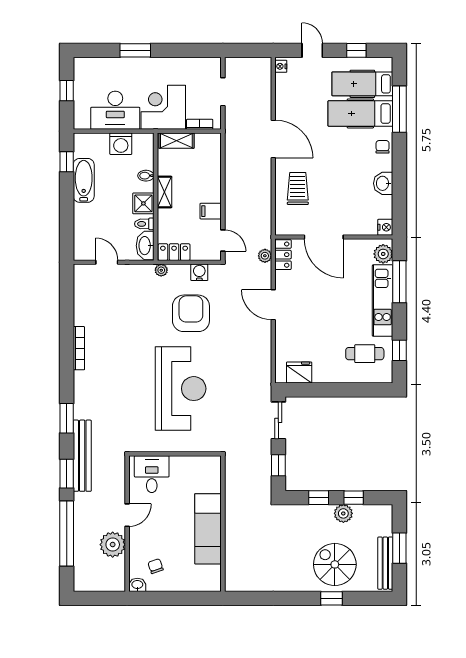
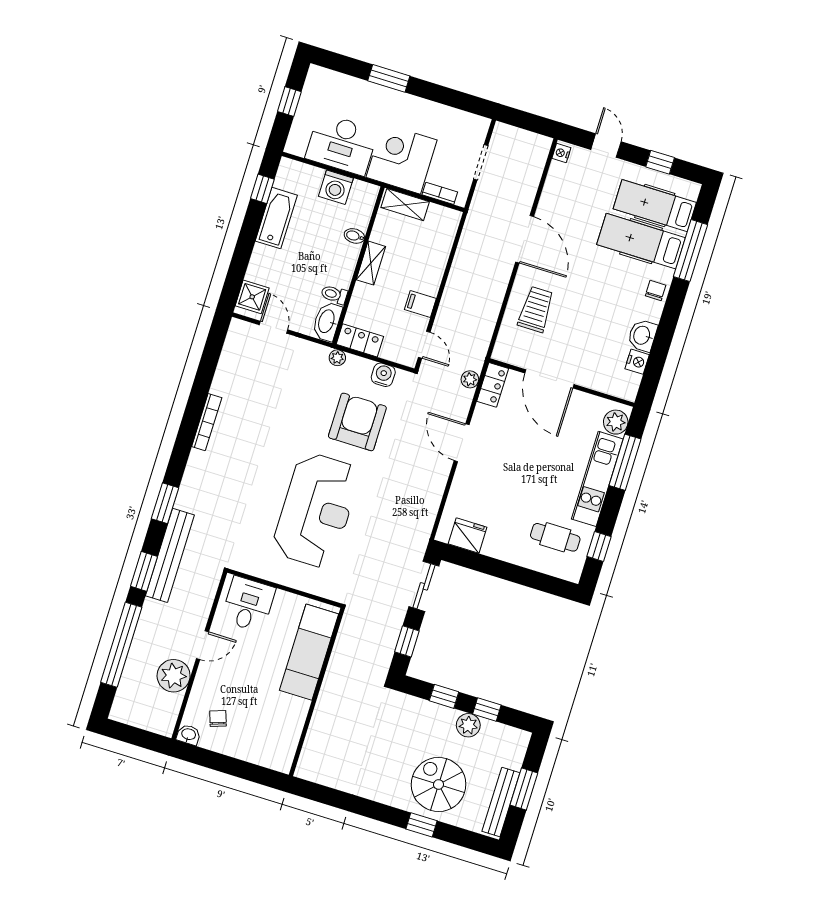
shower: (143, 203) -> (252, 297), moved
nightstand: (385, 227) -> (637, 362), moved
exam couch: (208, 529) -> (309, 652), moved

